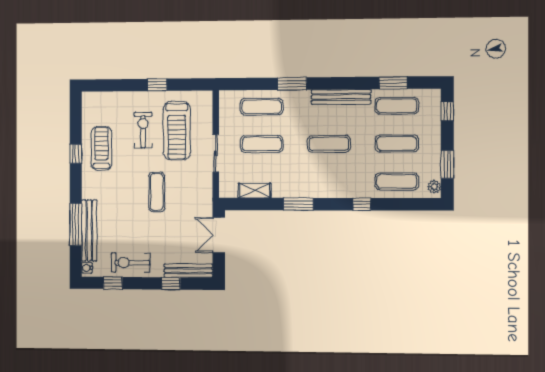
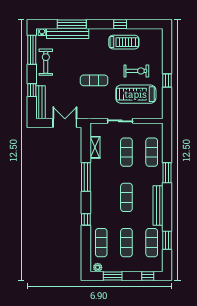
window: (298, 204) -> (86, 177), width x1.44
window: (113, 283) -> (32, 50), width x2.17

